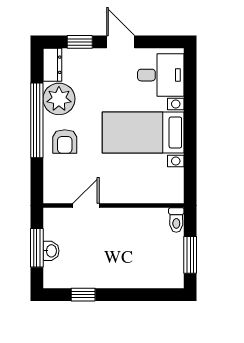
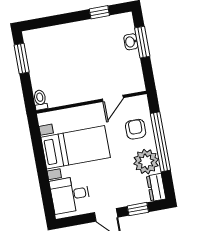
door: (86, 206) -> (113, 98), moved
wall: (113, 206) -> (91, 102), moved
toilet: (176, 220) -> (40, 100), moved

